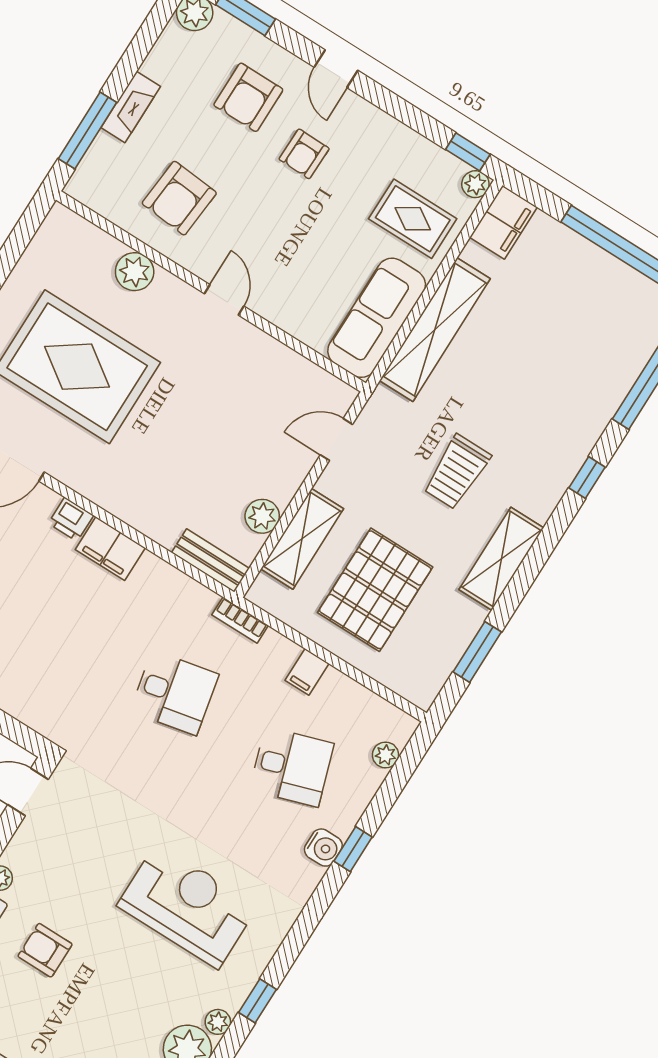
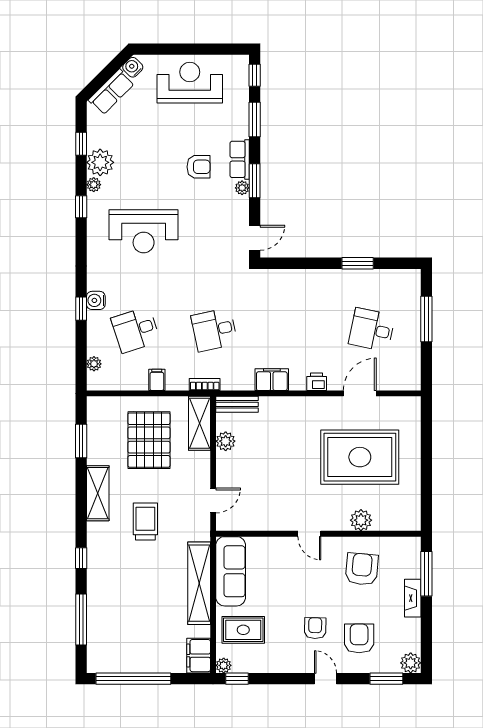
shelving: (302, 539) -> (199, 423), moved
filing cabinet: (110, 549) -> (272, 380), moved

